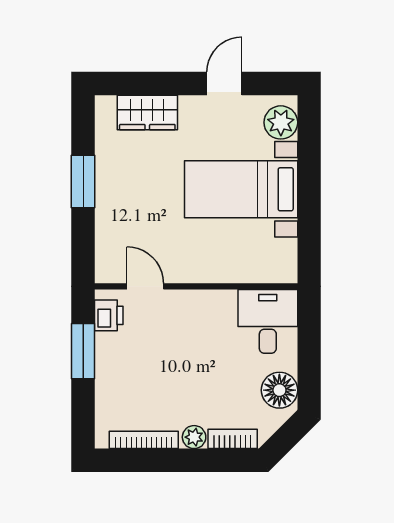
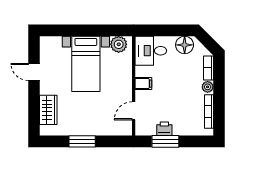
plant: (281, 122) -> (119, 44), moved
filing cabinet: (201, 306) -> (143, 84), added
printer: (109, 315) -> (164, 129), moved

